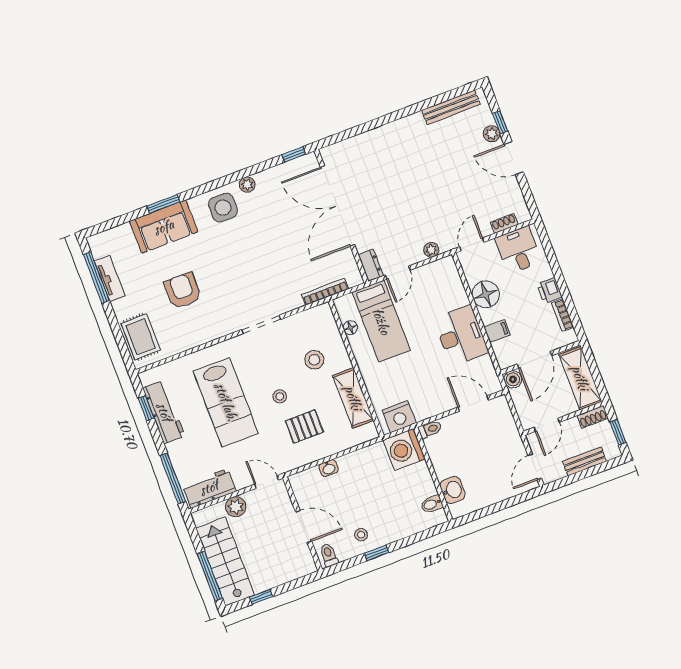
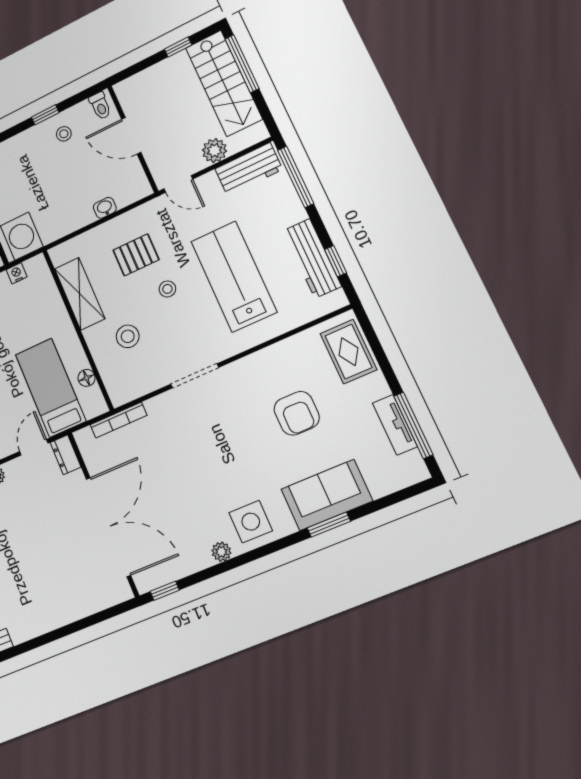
nightstand: (399, 417) -> (17, 273), width x0.53, depth x0.56

